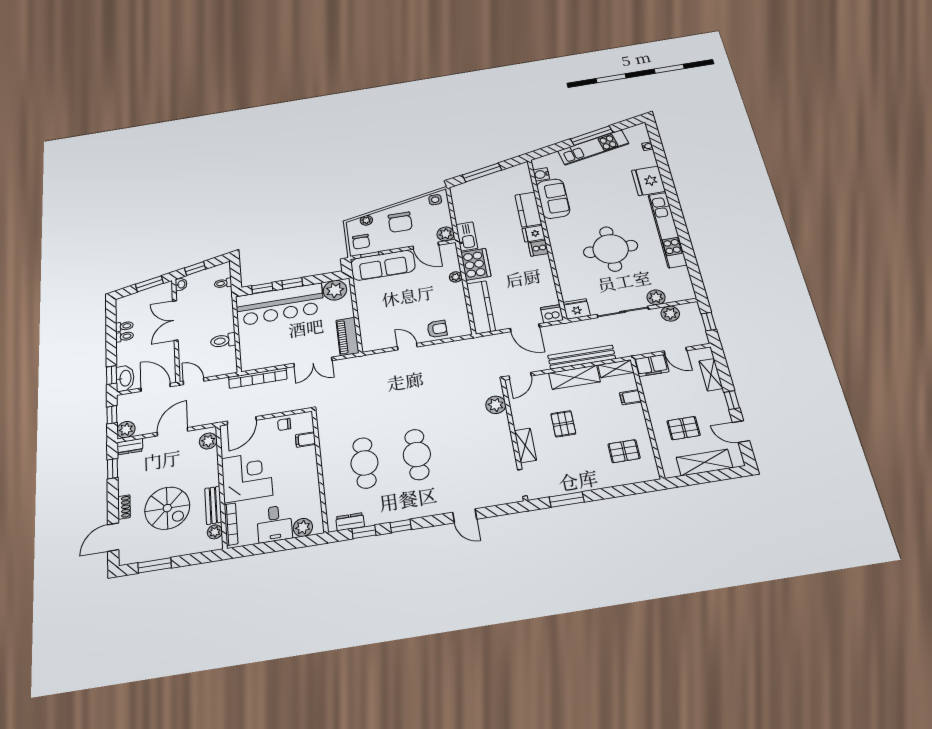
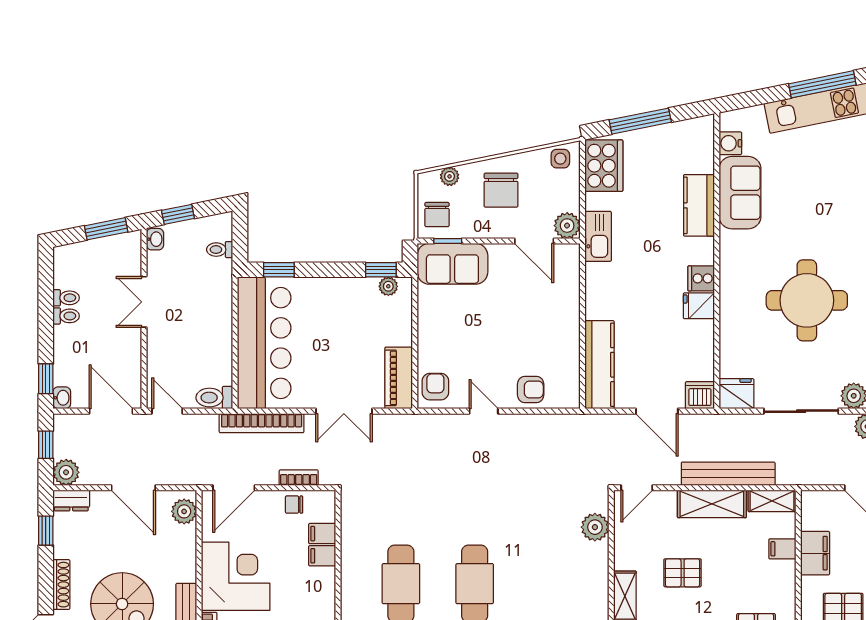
fridge: (534, 234) -> (699, 306), moved
cooker: (476, 264) -> (604, 166), moved
sofa: (383, 265) -> (452, 264), width x0.73
plant: (456, 277) -> (571, 305), removed
window: (292, 283) -> (381, 270), moved
plant: (335, 290) -> (388, 286), width x0.53, depth x0.53
bar counter: (280, 304) -> (264, 343), moved, turned -90
double door: (175, 320) -> (144, 302), width x0.73
armchair: (373, 338) -> (435, 387), added
toilet: (223, 341) -> (214, 398), moved
filing cabinet: (652, 365) -> (815, 553), moved, turned -90
washbasin: (125, 378) -> (62, 398), width x0.52, depth x0.69
bookcase: (286, 407) -> (299, 478), added
pallet: (563, 424) -> (683, 573), turned 90
door: (173, 432) -> (133, 488), swing flipped
filing cabinet: (307, 454) -> (322, 556), added
shoe rack: (124, 507) -> (61, 585), width x1.43

